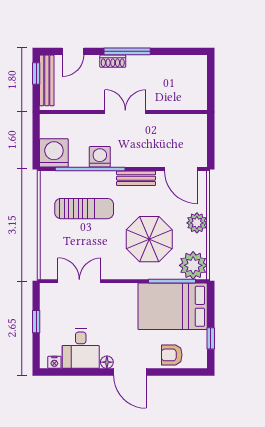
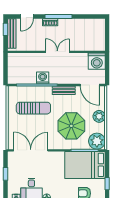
washing machine: (54, 153) -> (97, 61), moved, turned 180
double door: (79, 281) -> (31, 150), width x1.37

